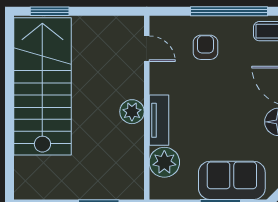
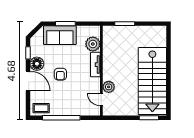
armchair: (205, 47) -> (60, 74), moved
plant: (132, 112) -> (109, 87), moved

